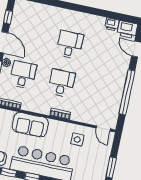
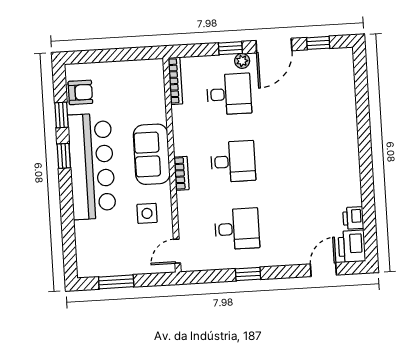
desk: (70, 45) -> (237, 229), moved
window: (127, 92) -> (248, 274), width x0.32
sofa: (30, 125) -> (152, 154), moved

